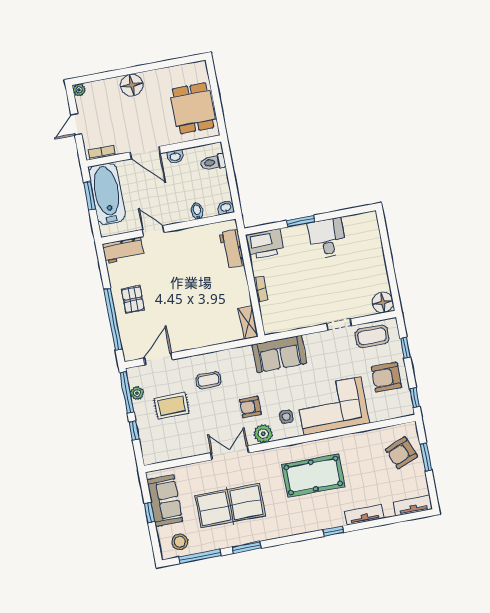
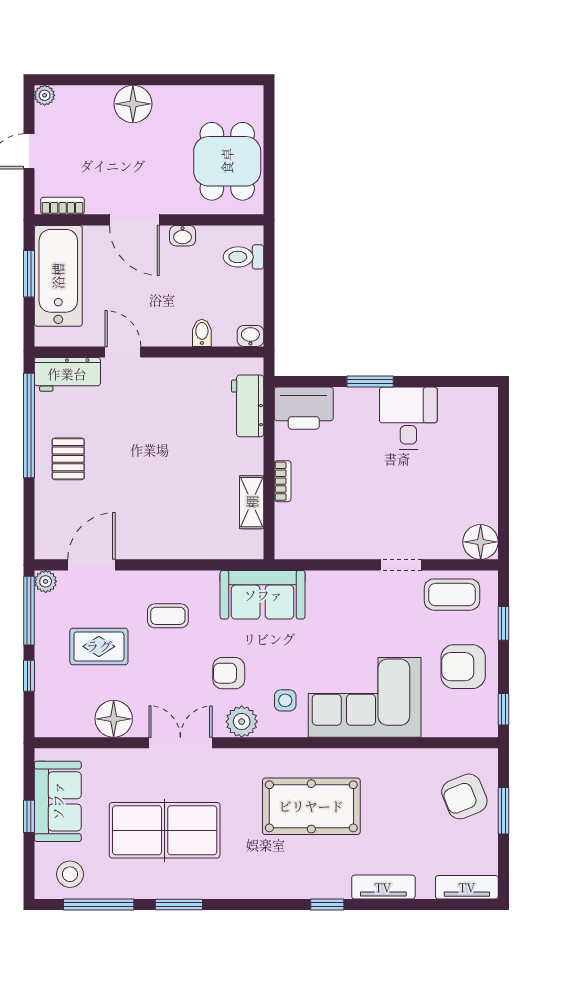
window: (113, 319) -> (29, 425), moved
shelving: (248, 322) -> (252, 502), moved
sofa: (279, 354) -> (263, 595), moved
plant: (137, 393) -> (46, 581), moved
floor lamp: (188, 446) -> (114, 719), added

